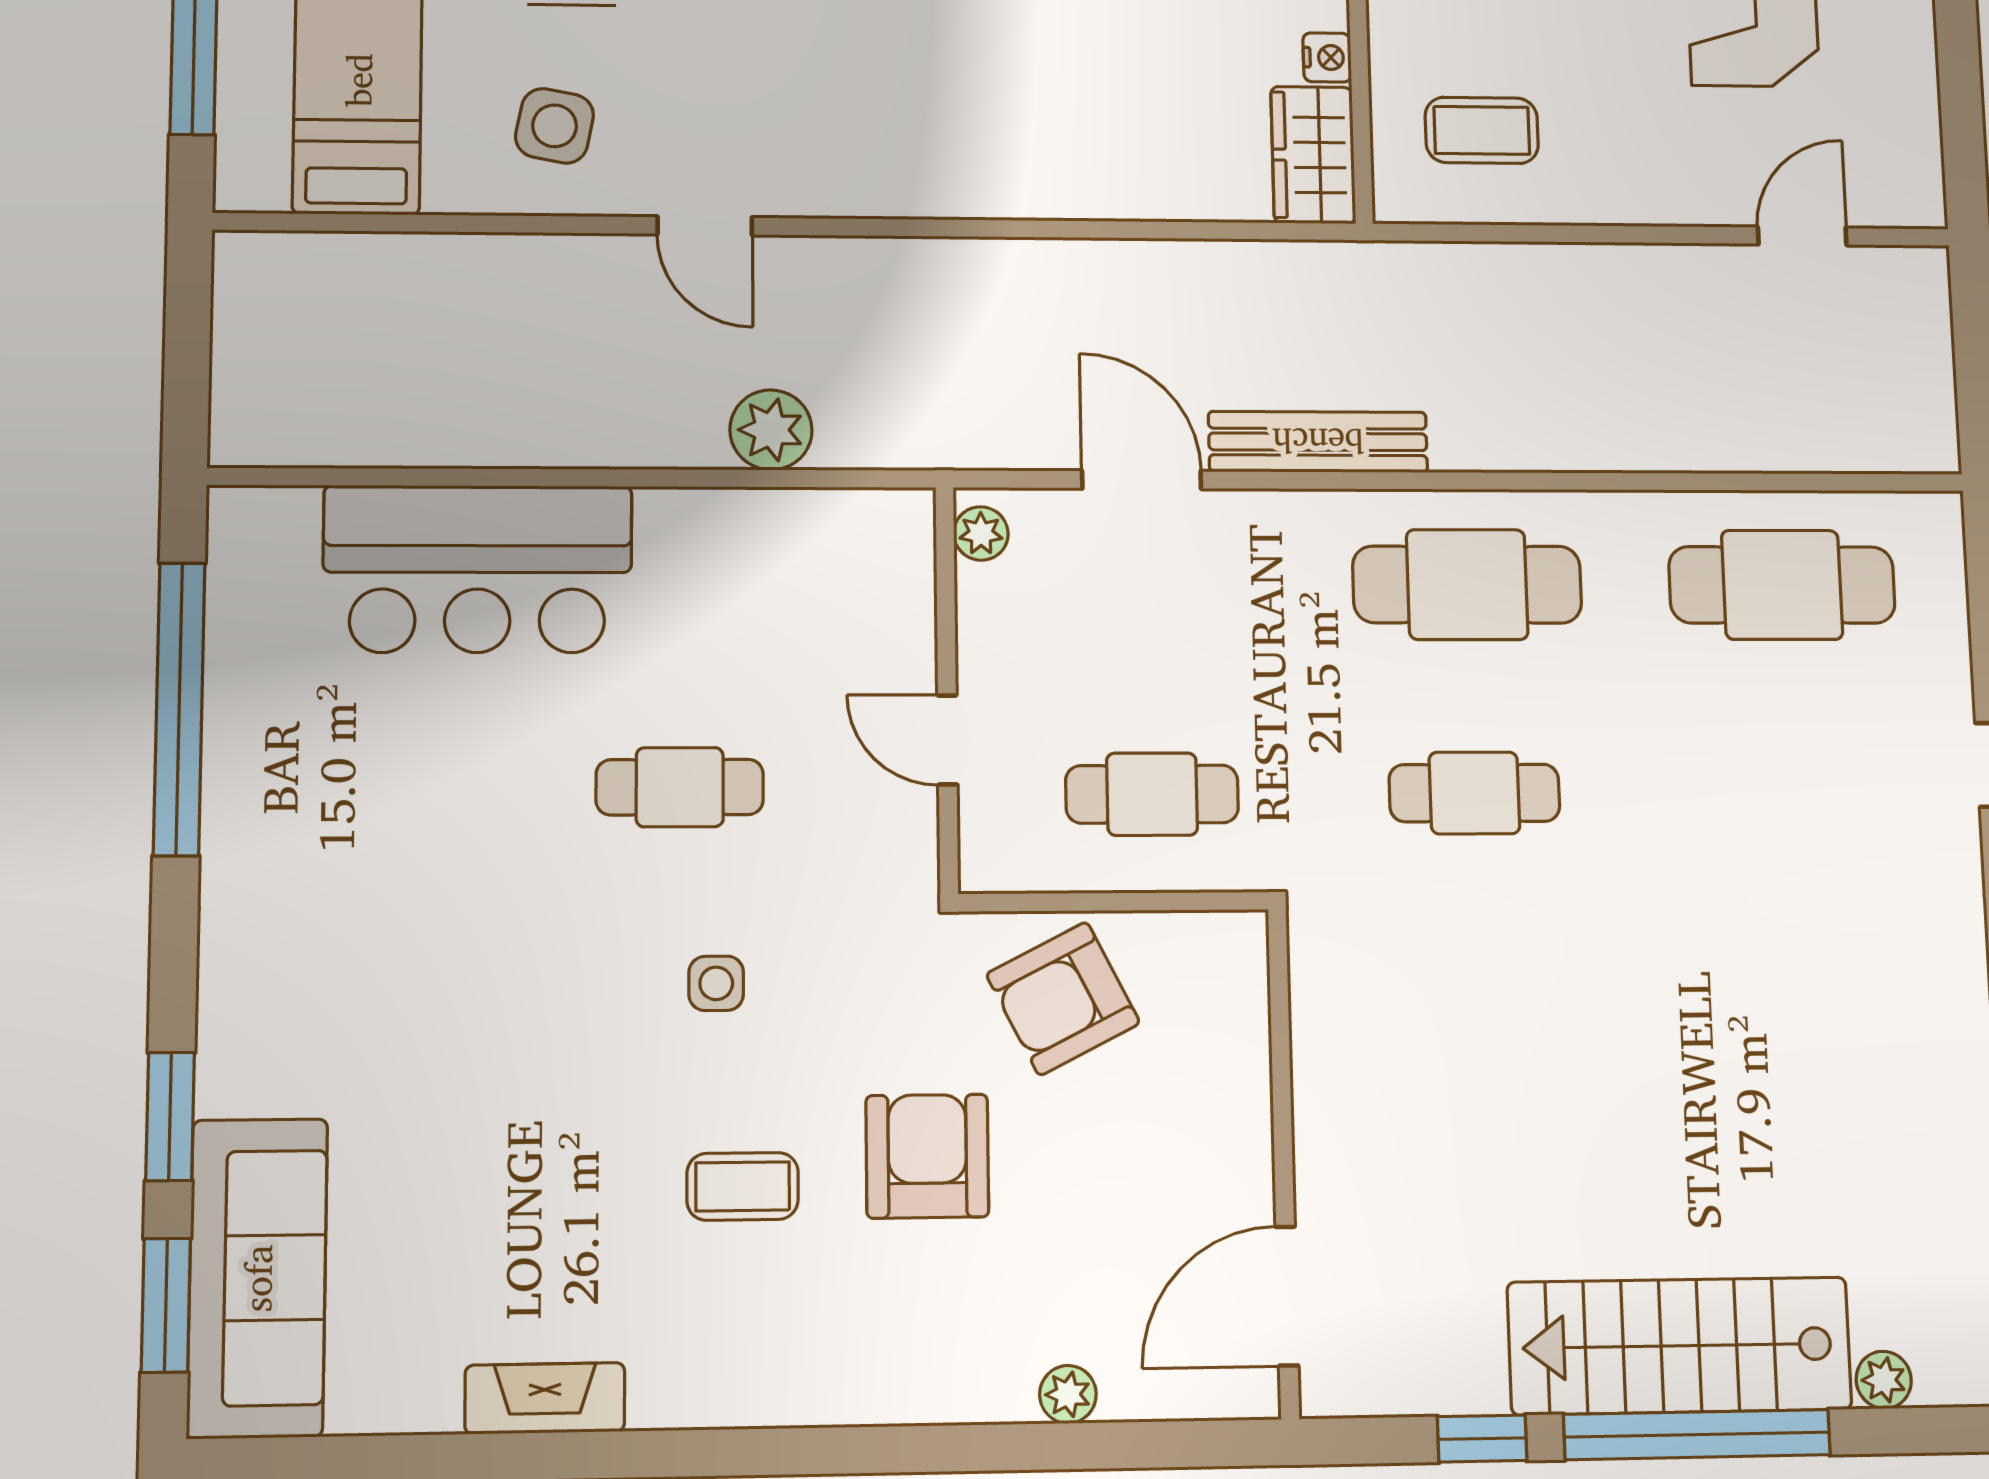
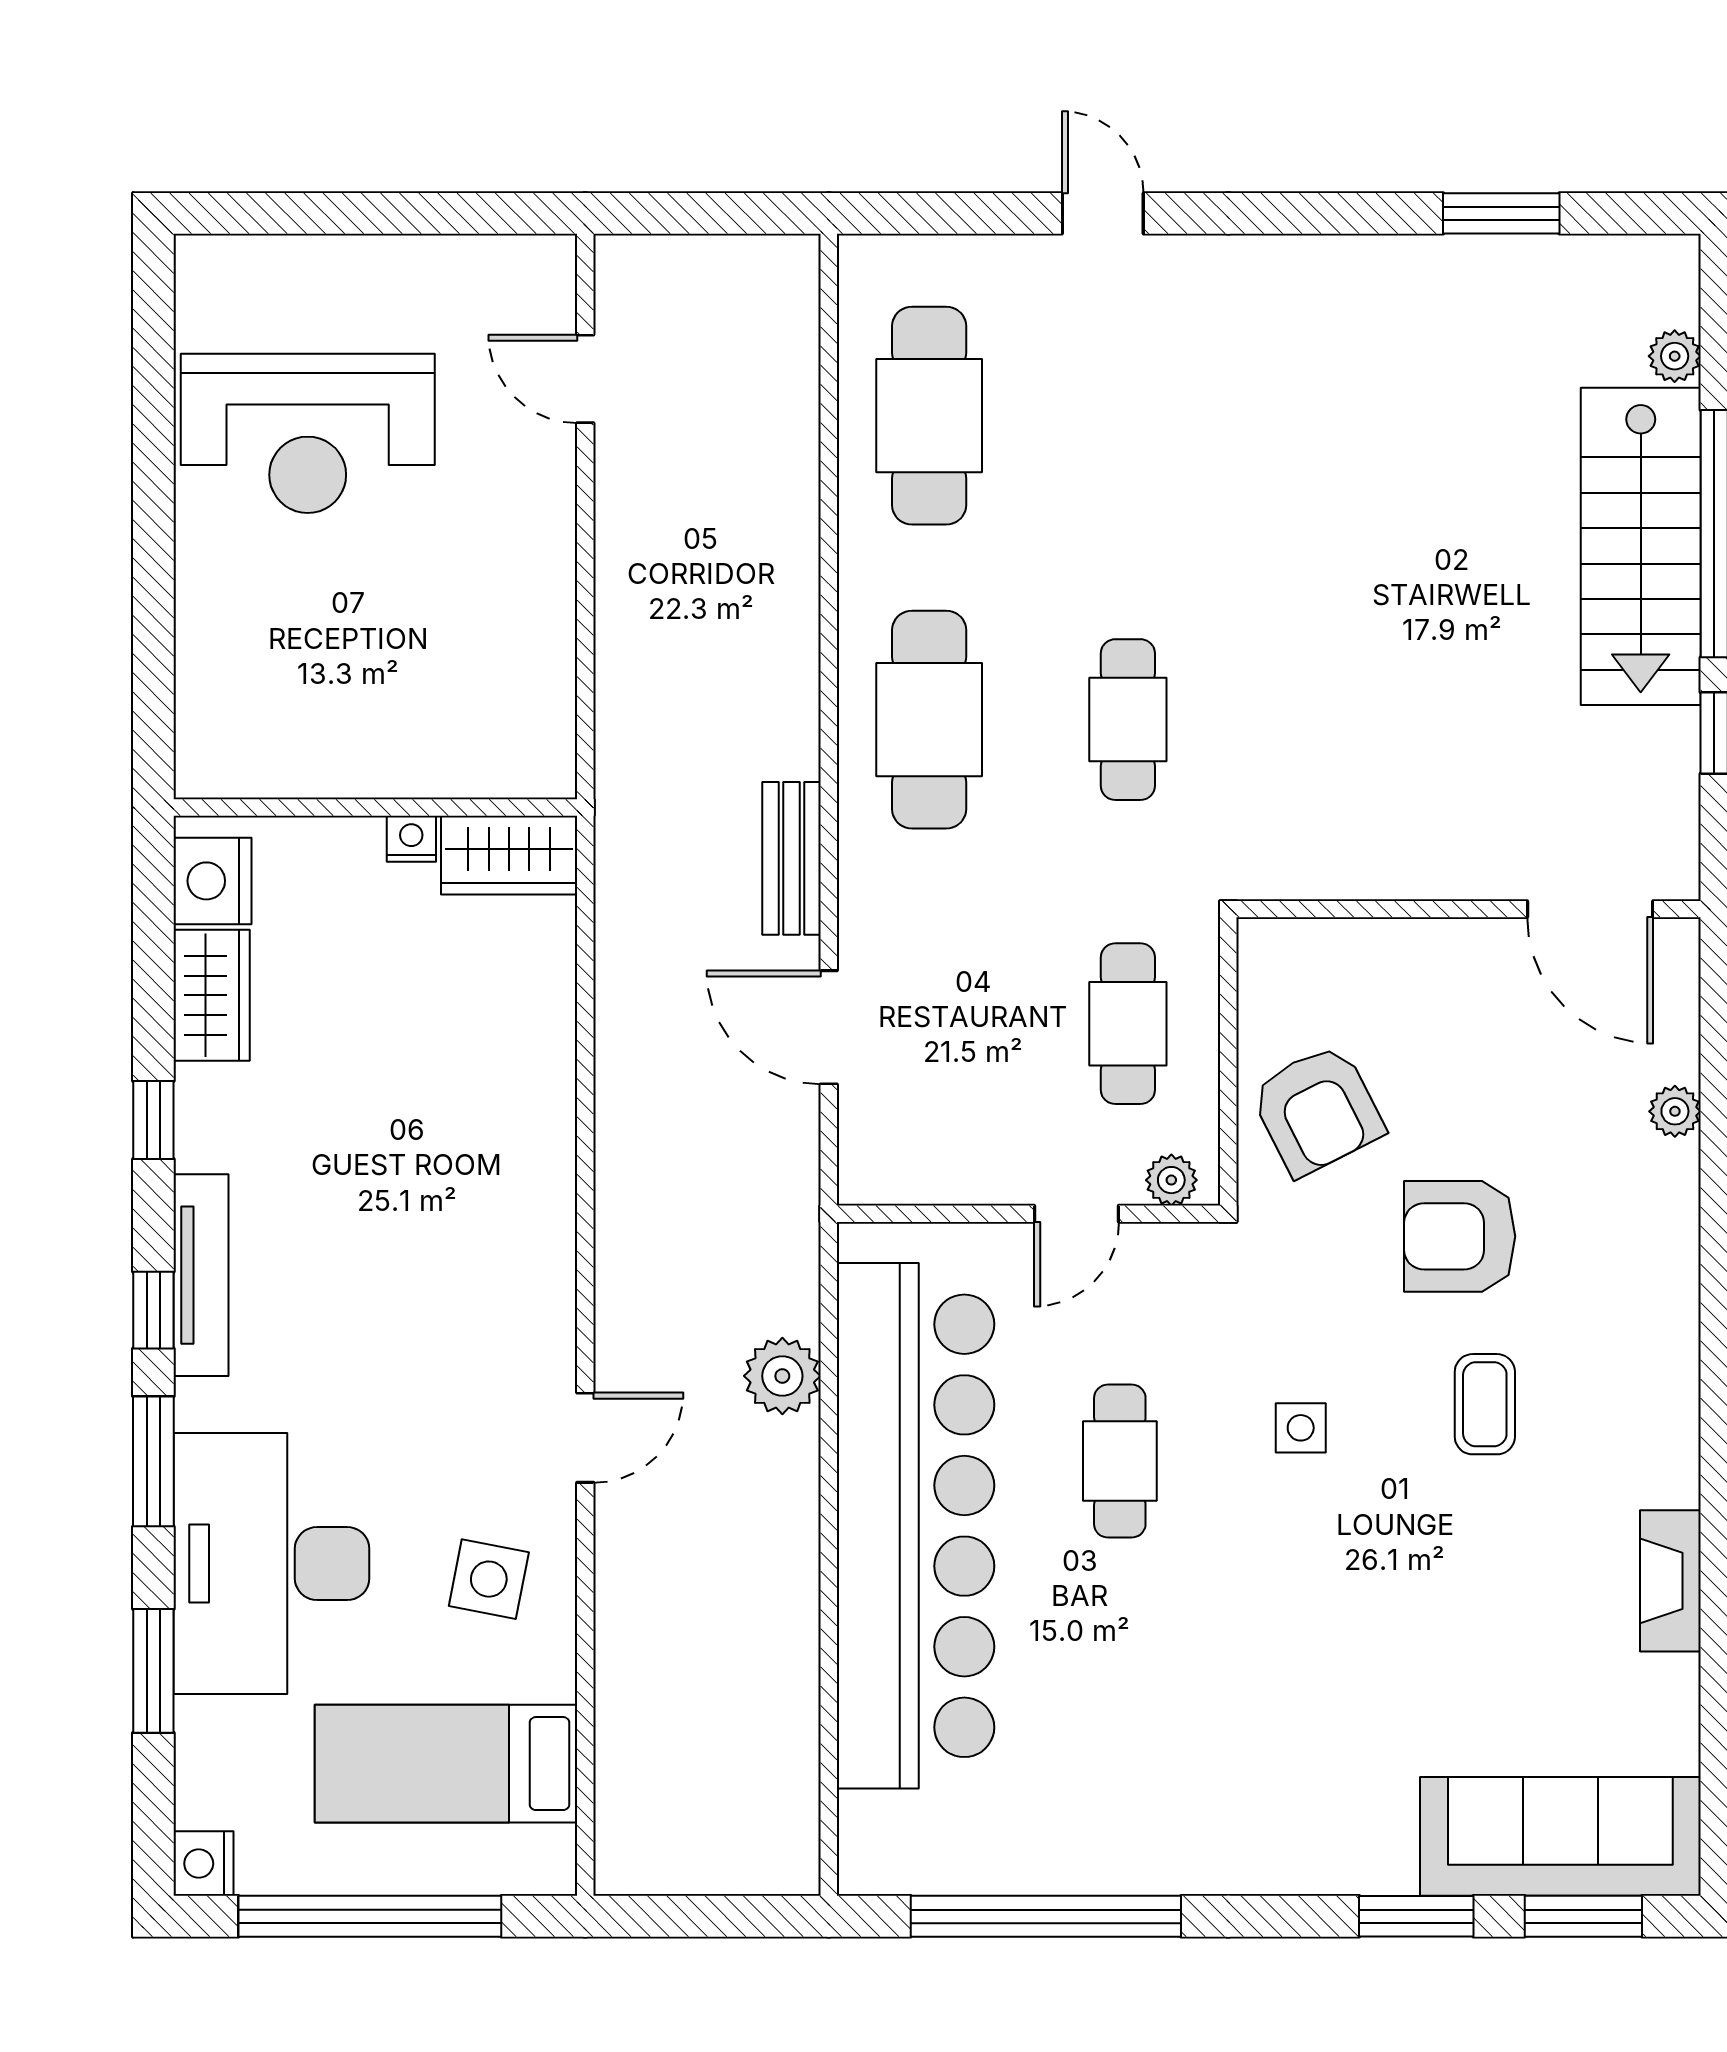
coffee table: (1482, 130) -> (483, 690), removed
bench: (1318, 442) -> (792, 858), width x0.73
door: (1142, 480) -> (829, 1027), hinge flipped
plant: (981, 534) -> (1171, 1180), moved
bar counter: (478, 569) -> (916, 1526), width x1.86

